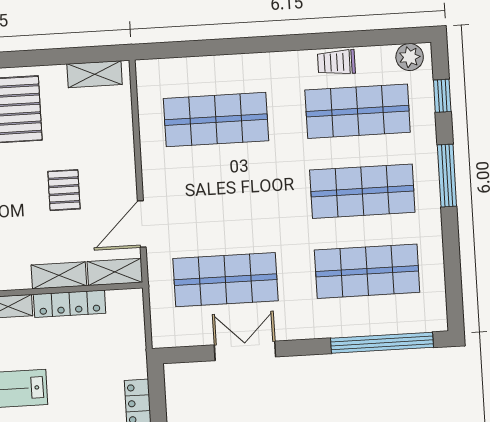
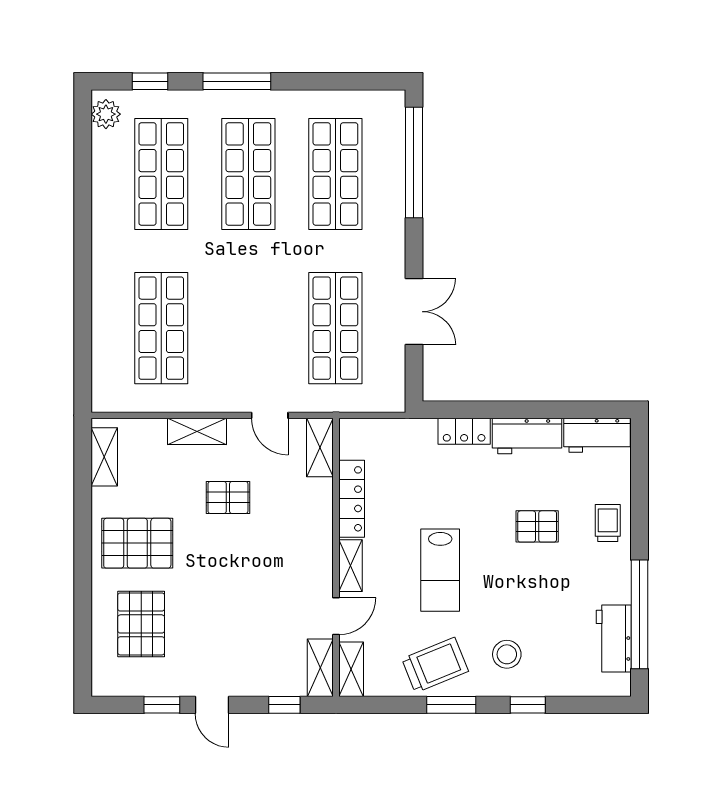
trolley: (336, 62) -> (107, 194), removed
door: (142, 224) -> (270, 415), width x0.73
shelving: (59, 275) -> (197, 431), moved, turned 90
double door: (245, 351) -> (414, 312), swing flipped

